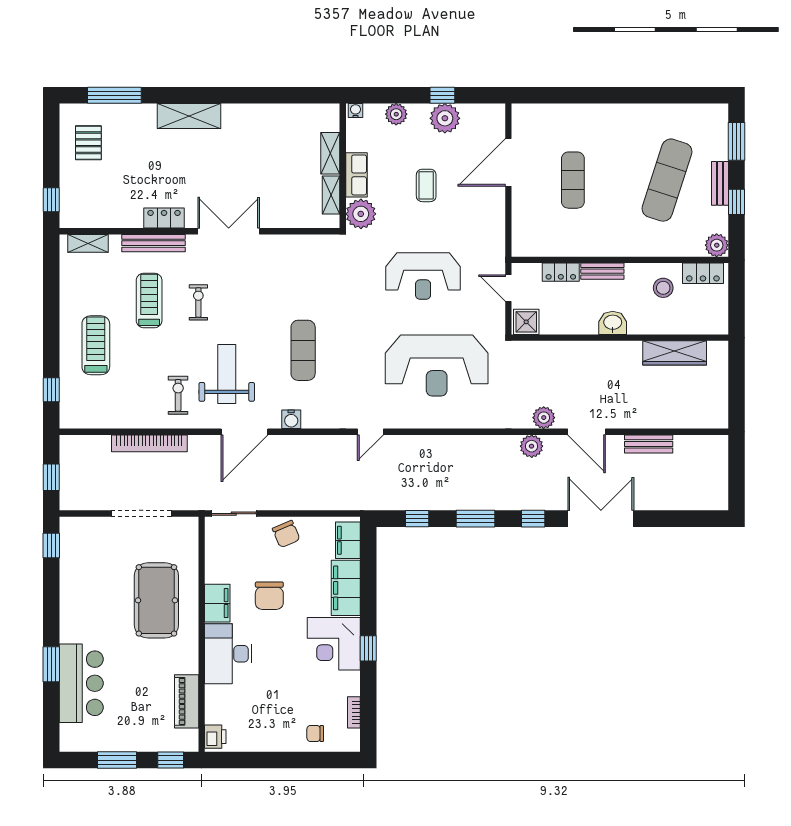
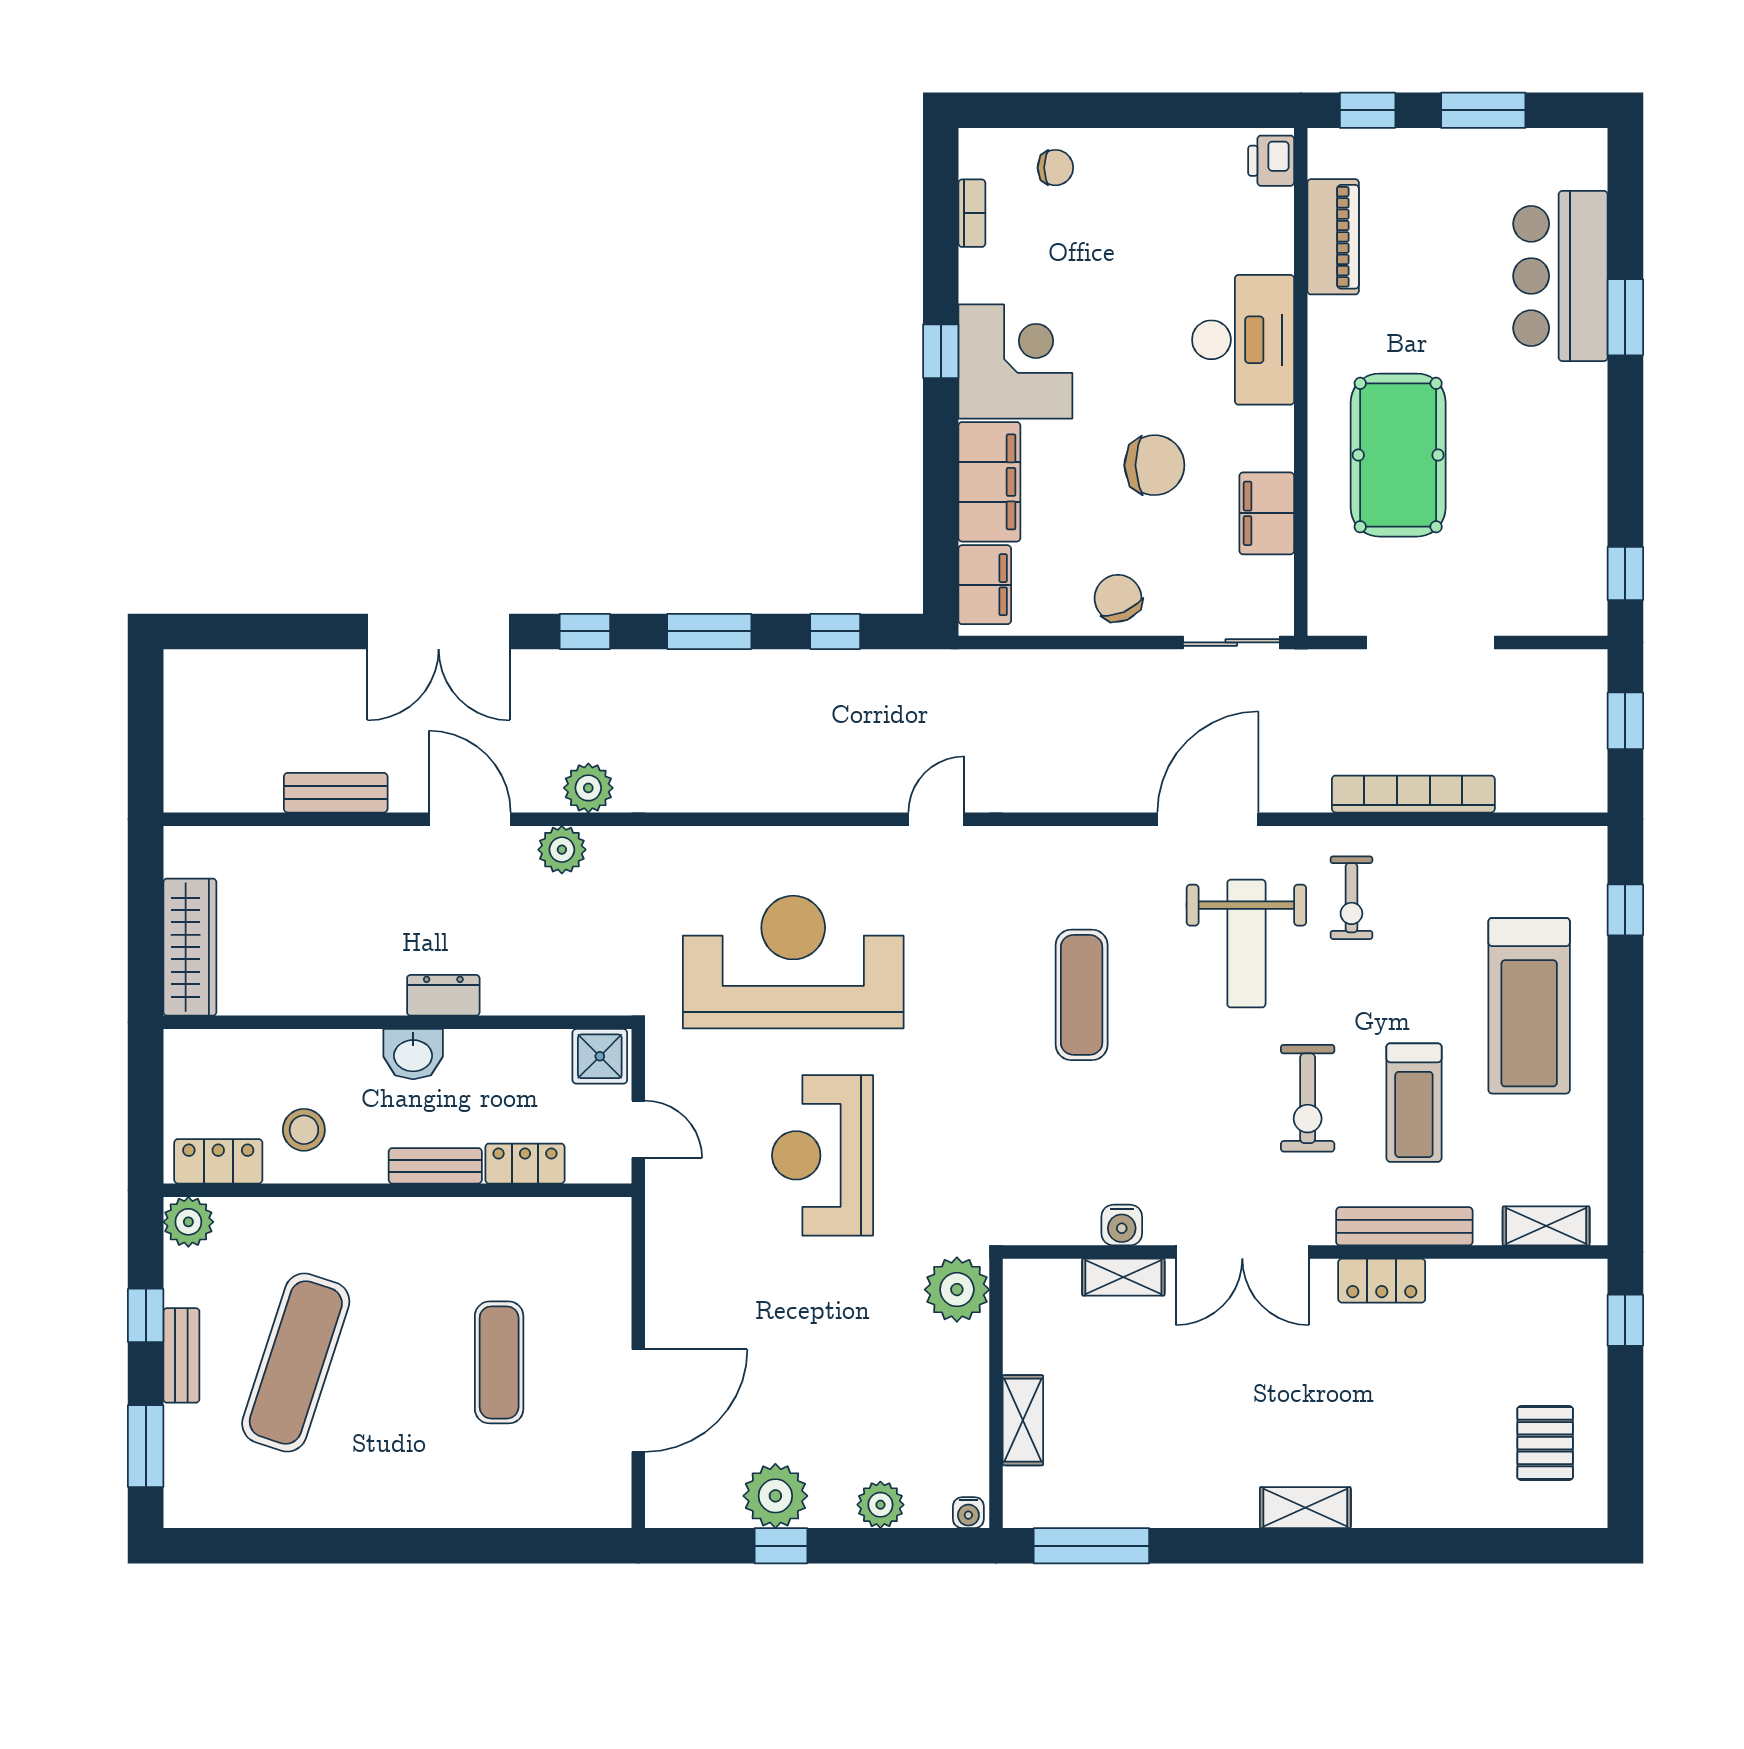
window: (114, 95) -> (1091, 1546), moved
shelving: (189, 116) -> (1305, 1508), width x0.67, depth x0.75
row of seats: (356, 175) -> (966, 1374), removed
coffee table: (426, 185) -> (816, 1351), removed
shelving: (331, 195) -> (1123, 1277), moved, turned 90
reception desk: (423, 276) -> (822, 1155), turned -90
exercise bike: (198, 302) -> (1308, 1098), width x1.38, depth x1.39
treadmill: (96, 345) -> (1529, 1006), width x1.37, depth x1.38
dresser: (599, 350) -> (443, 995), added
wardrobe: (675, 353) -> (190, 947), moved, turned 90
water cooler: (291, 419) -> (1122, 1225), moved, turned 180
chair: (269, 596) -> (1154, 465), turned 89
filing cabinet: (217, 603) -> (1267, 513), moved

